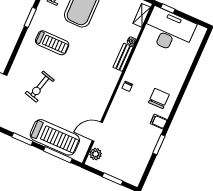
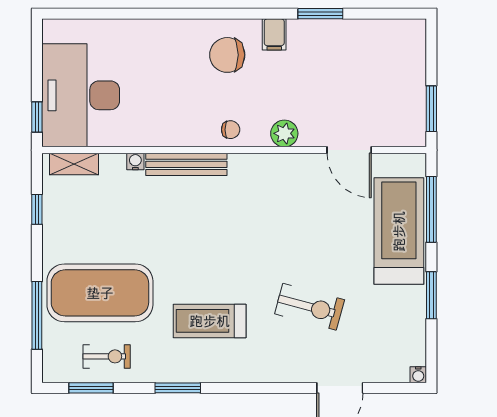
treadmill: (52, 43) -> (210, 321), turned -90
bench: (123, 57) -> (186, 164), width x1.36
plant: (96, 154) -> (284, 133), moved
window: (112, 179) -> (431, 109), moved

